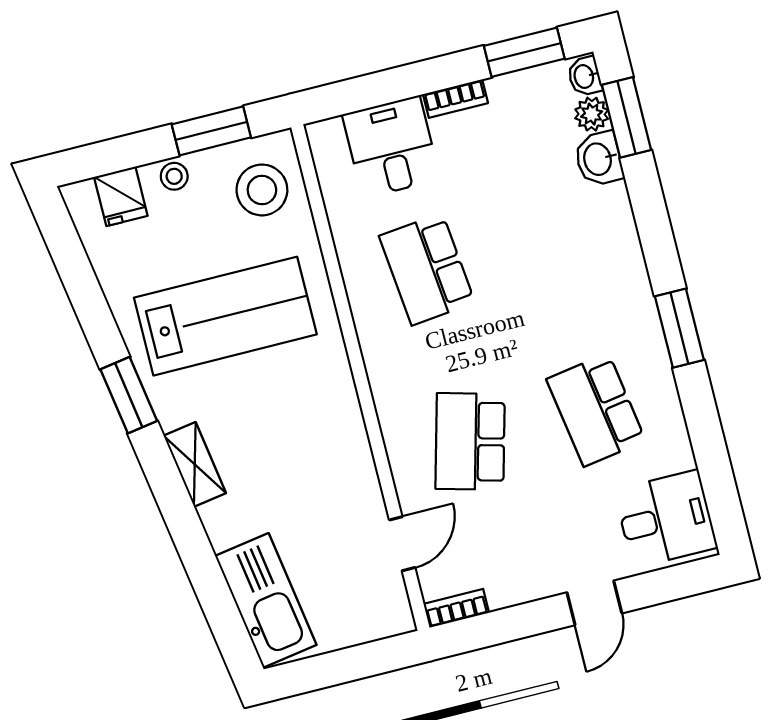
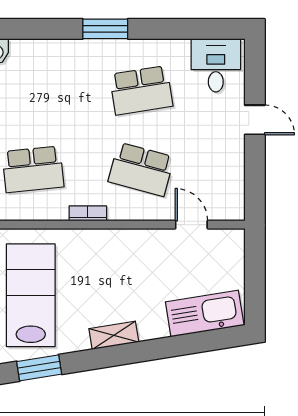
window: (129, 395) -> (39, 368), moved
bookcase: (456, 608) -> (88, 213), moved, turned 90

